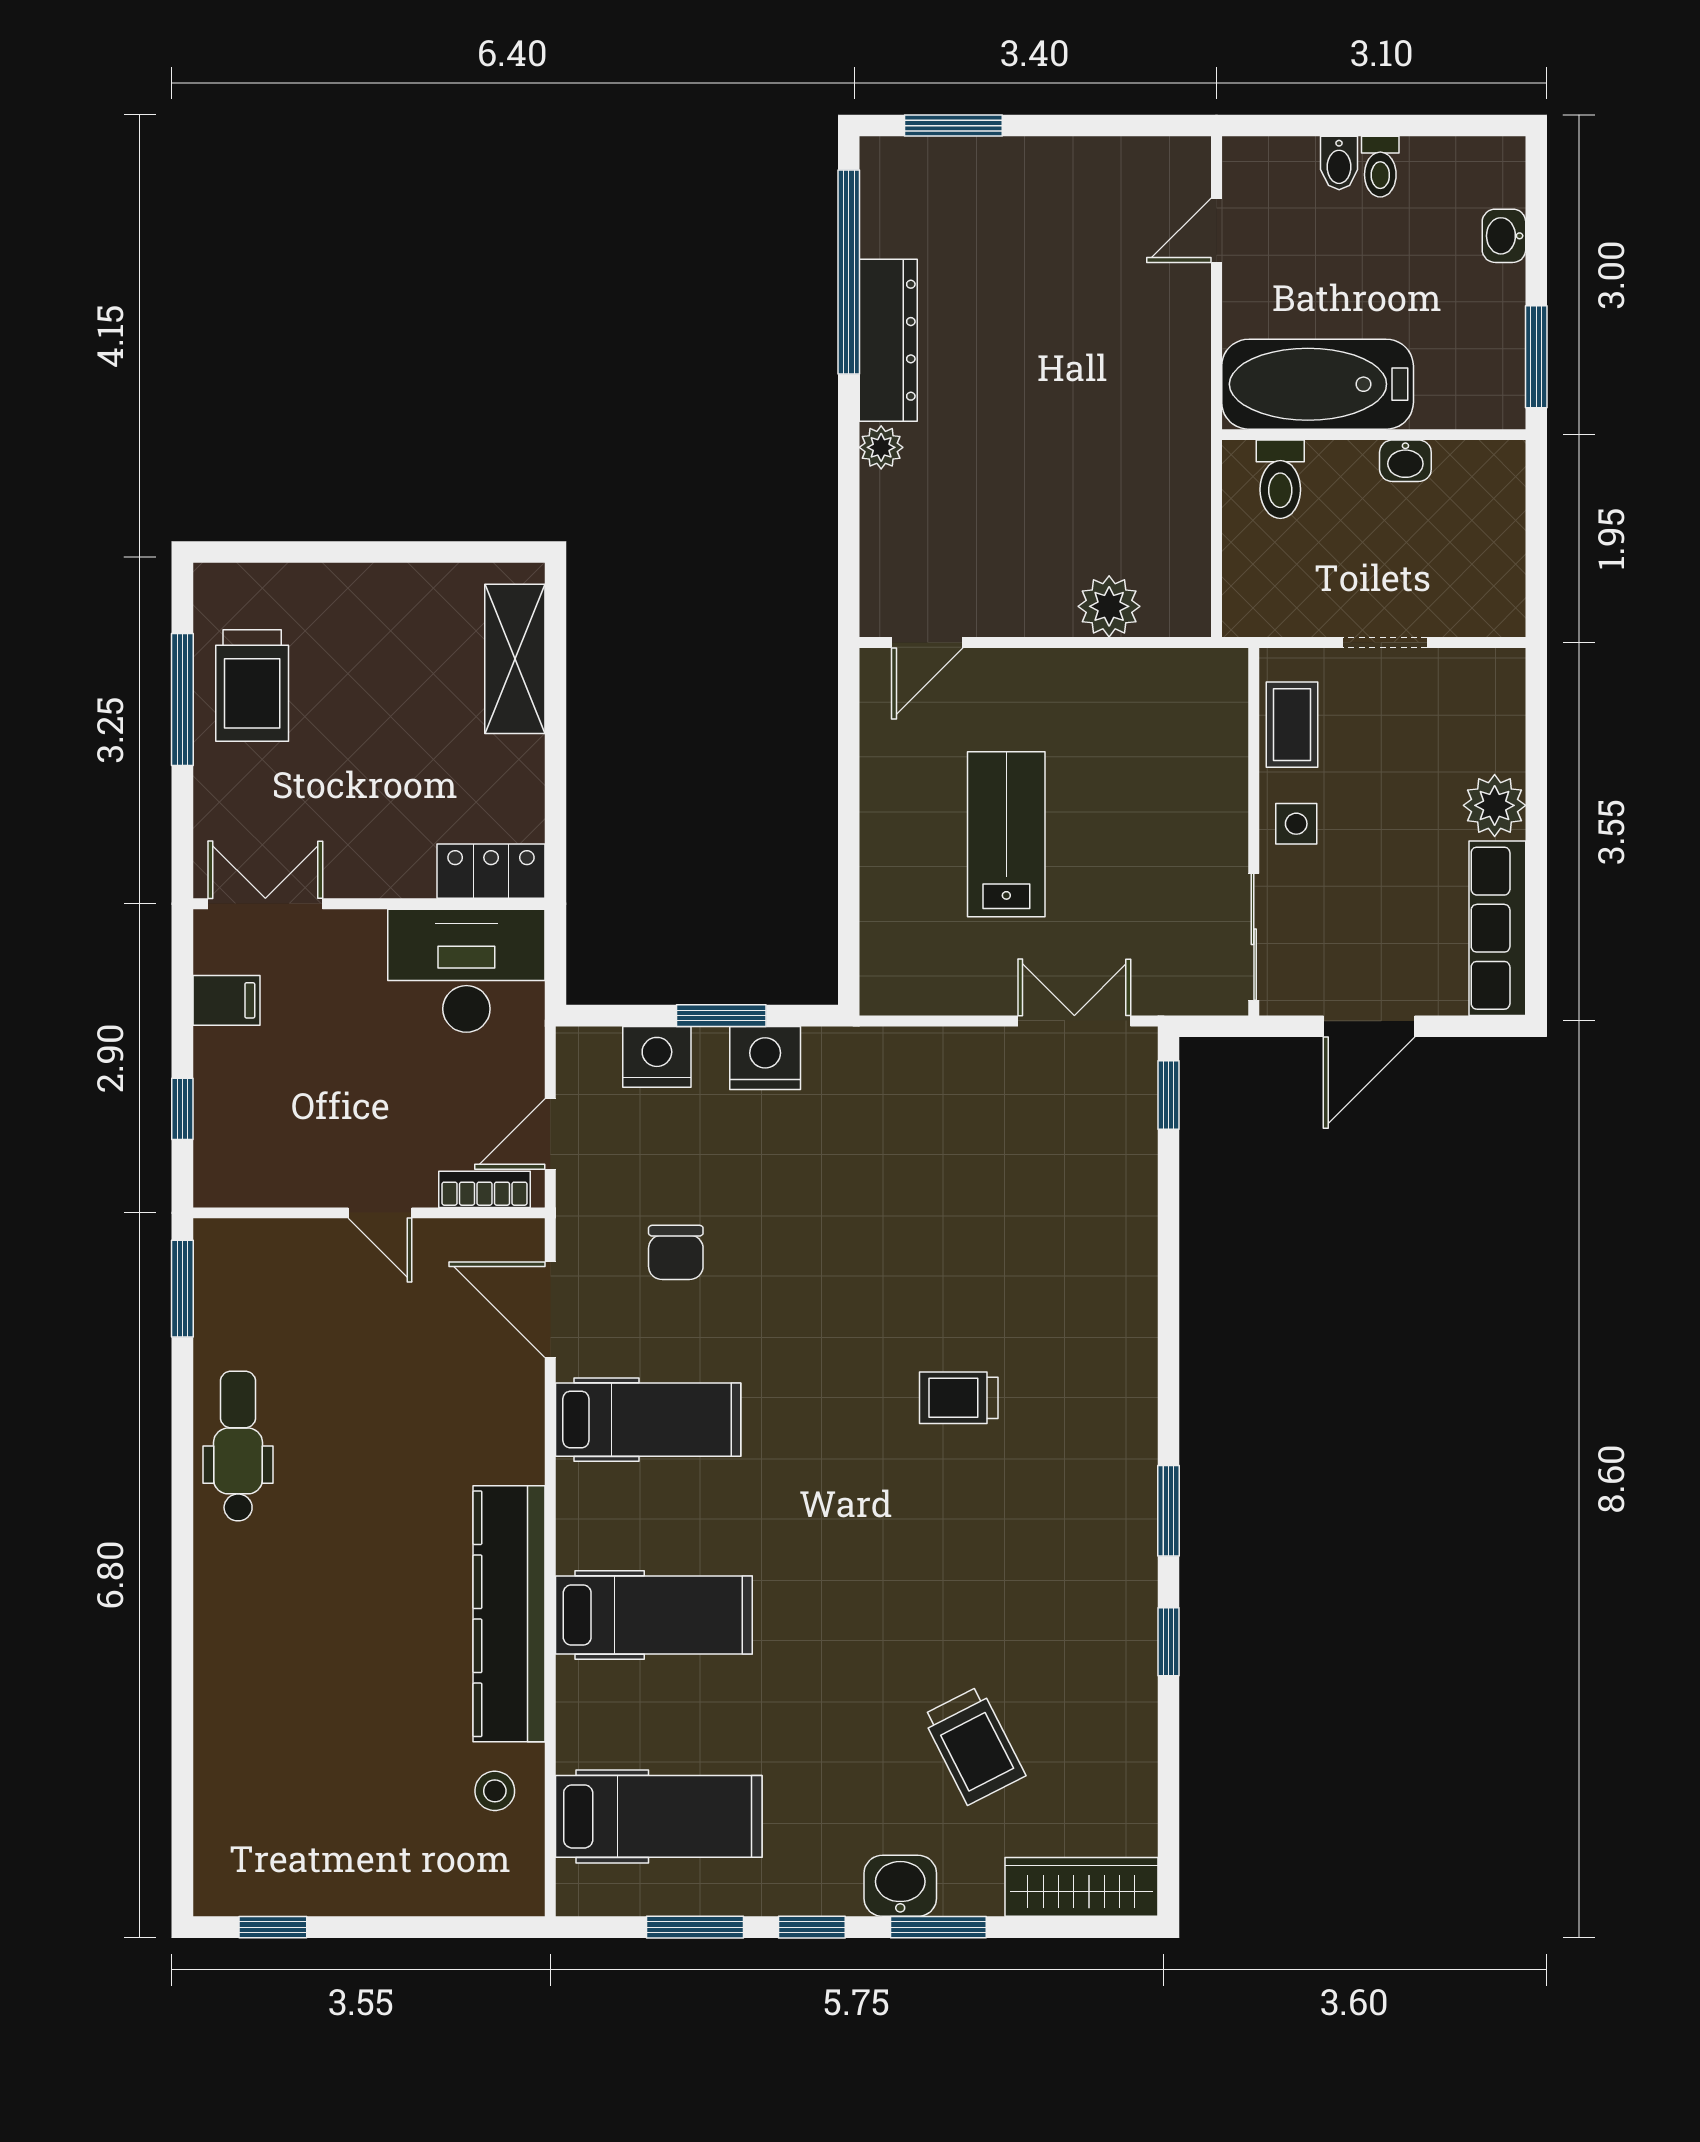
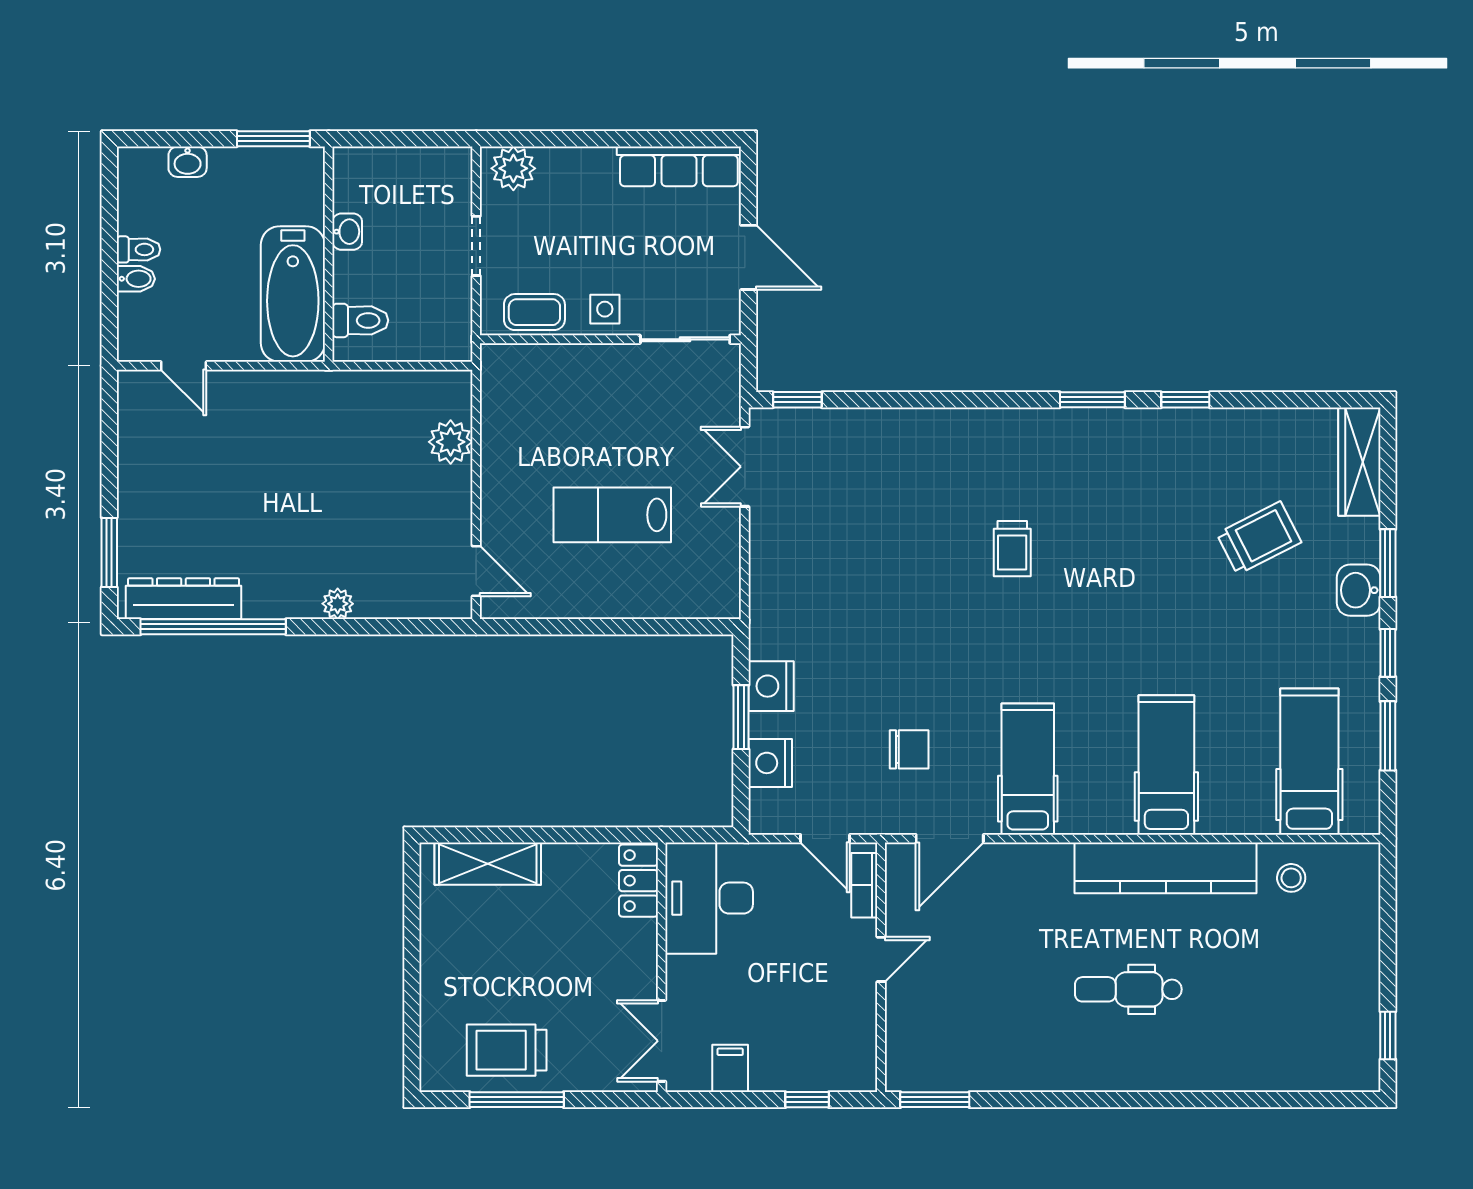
dresser: (888, 340) -> (184, 599), moved
trolley: (252, 686) -> (507, 1050), turned 180
plant: (1495, 805) -> (513, 168), moved
dental chair: (238, 1446) -> (1128, 989), moved

